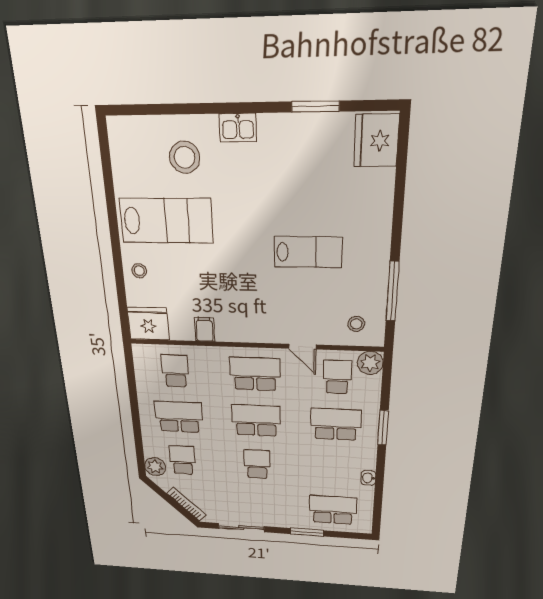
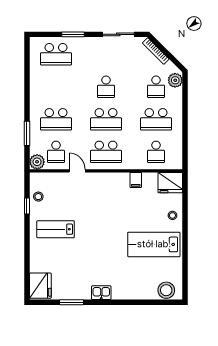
kitchen sink: (238, 128) -> (101, 293), moved
stool: (185, 157) -> (166, 290), moved
lab bench: (308, 252) -> (56, 229), moved
window: (393, 291) -> (27, 206), width x0.46
stool: (356, 324) -> (38, 197), moved
window: (383, 428) -> (27, 133), moved
washbasin: (368, 478) -> (34, 81), removed

